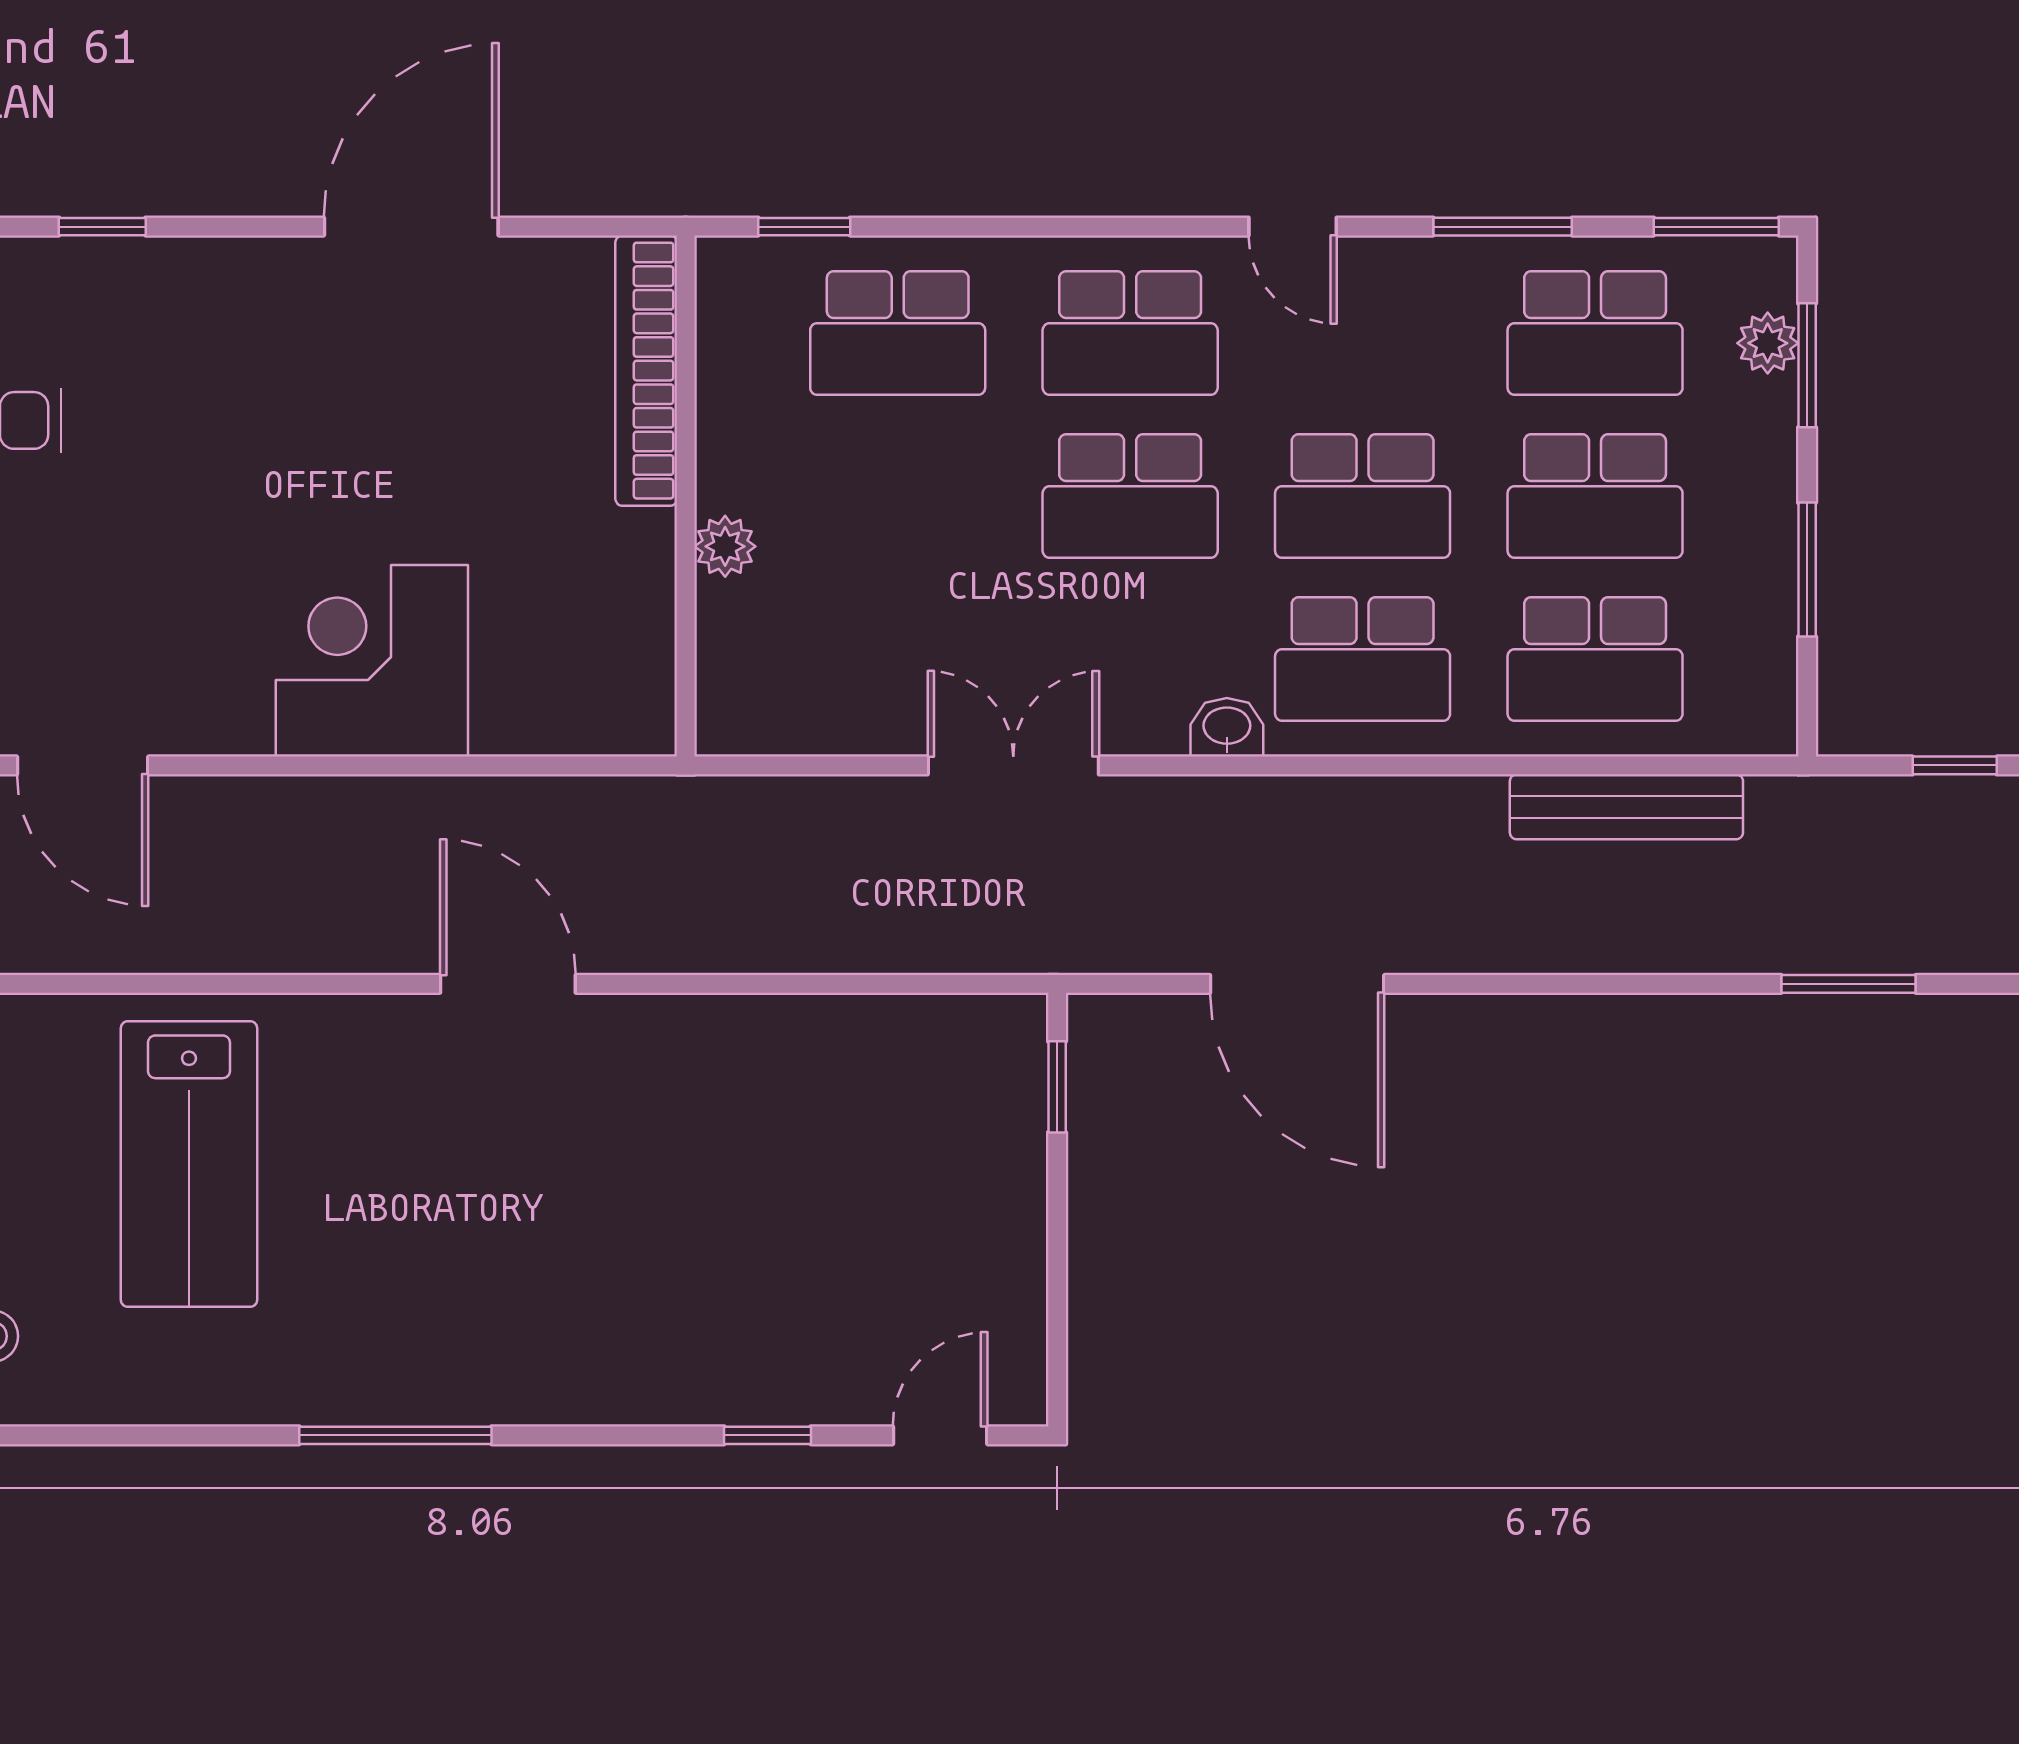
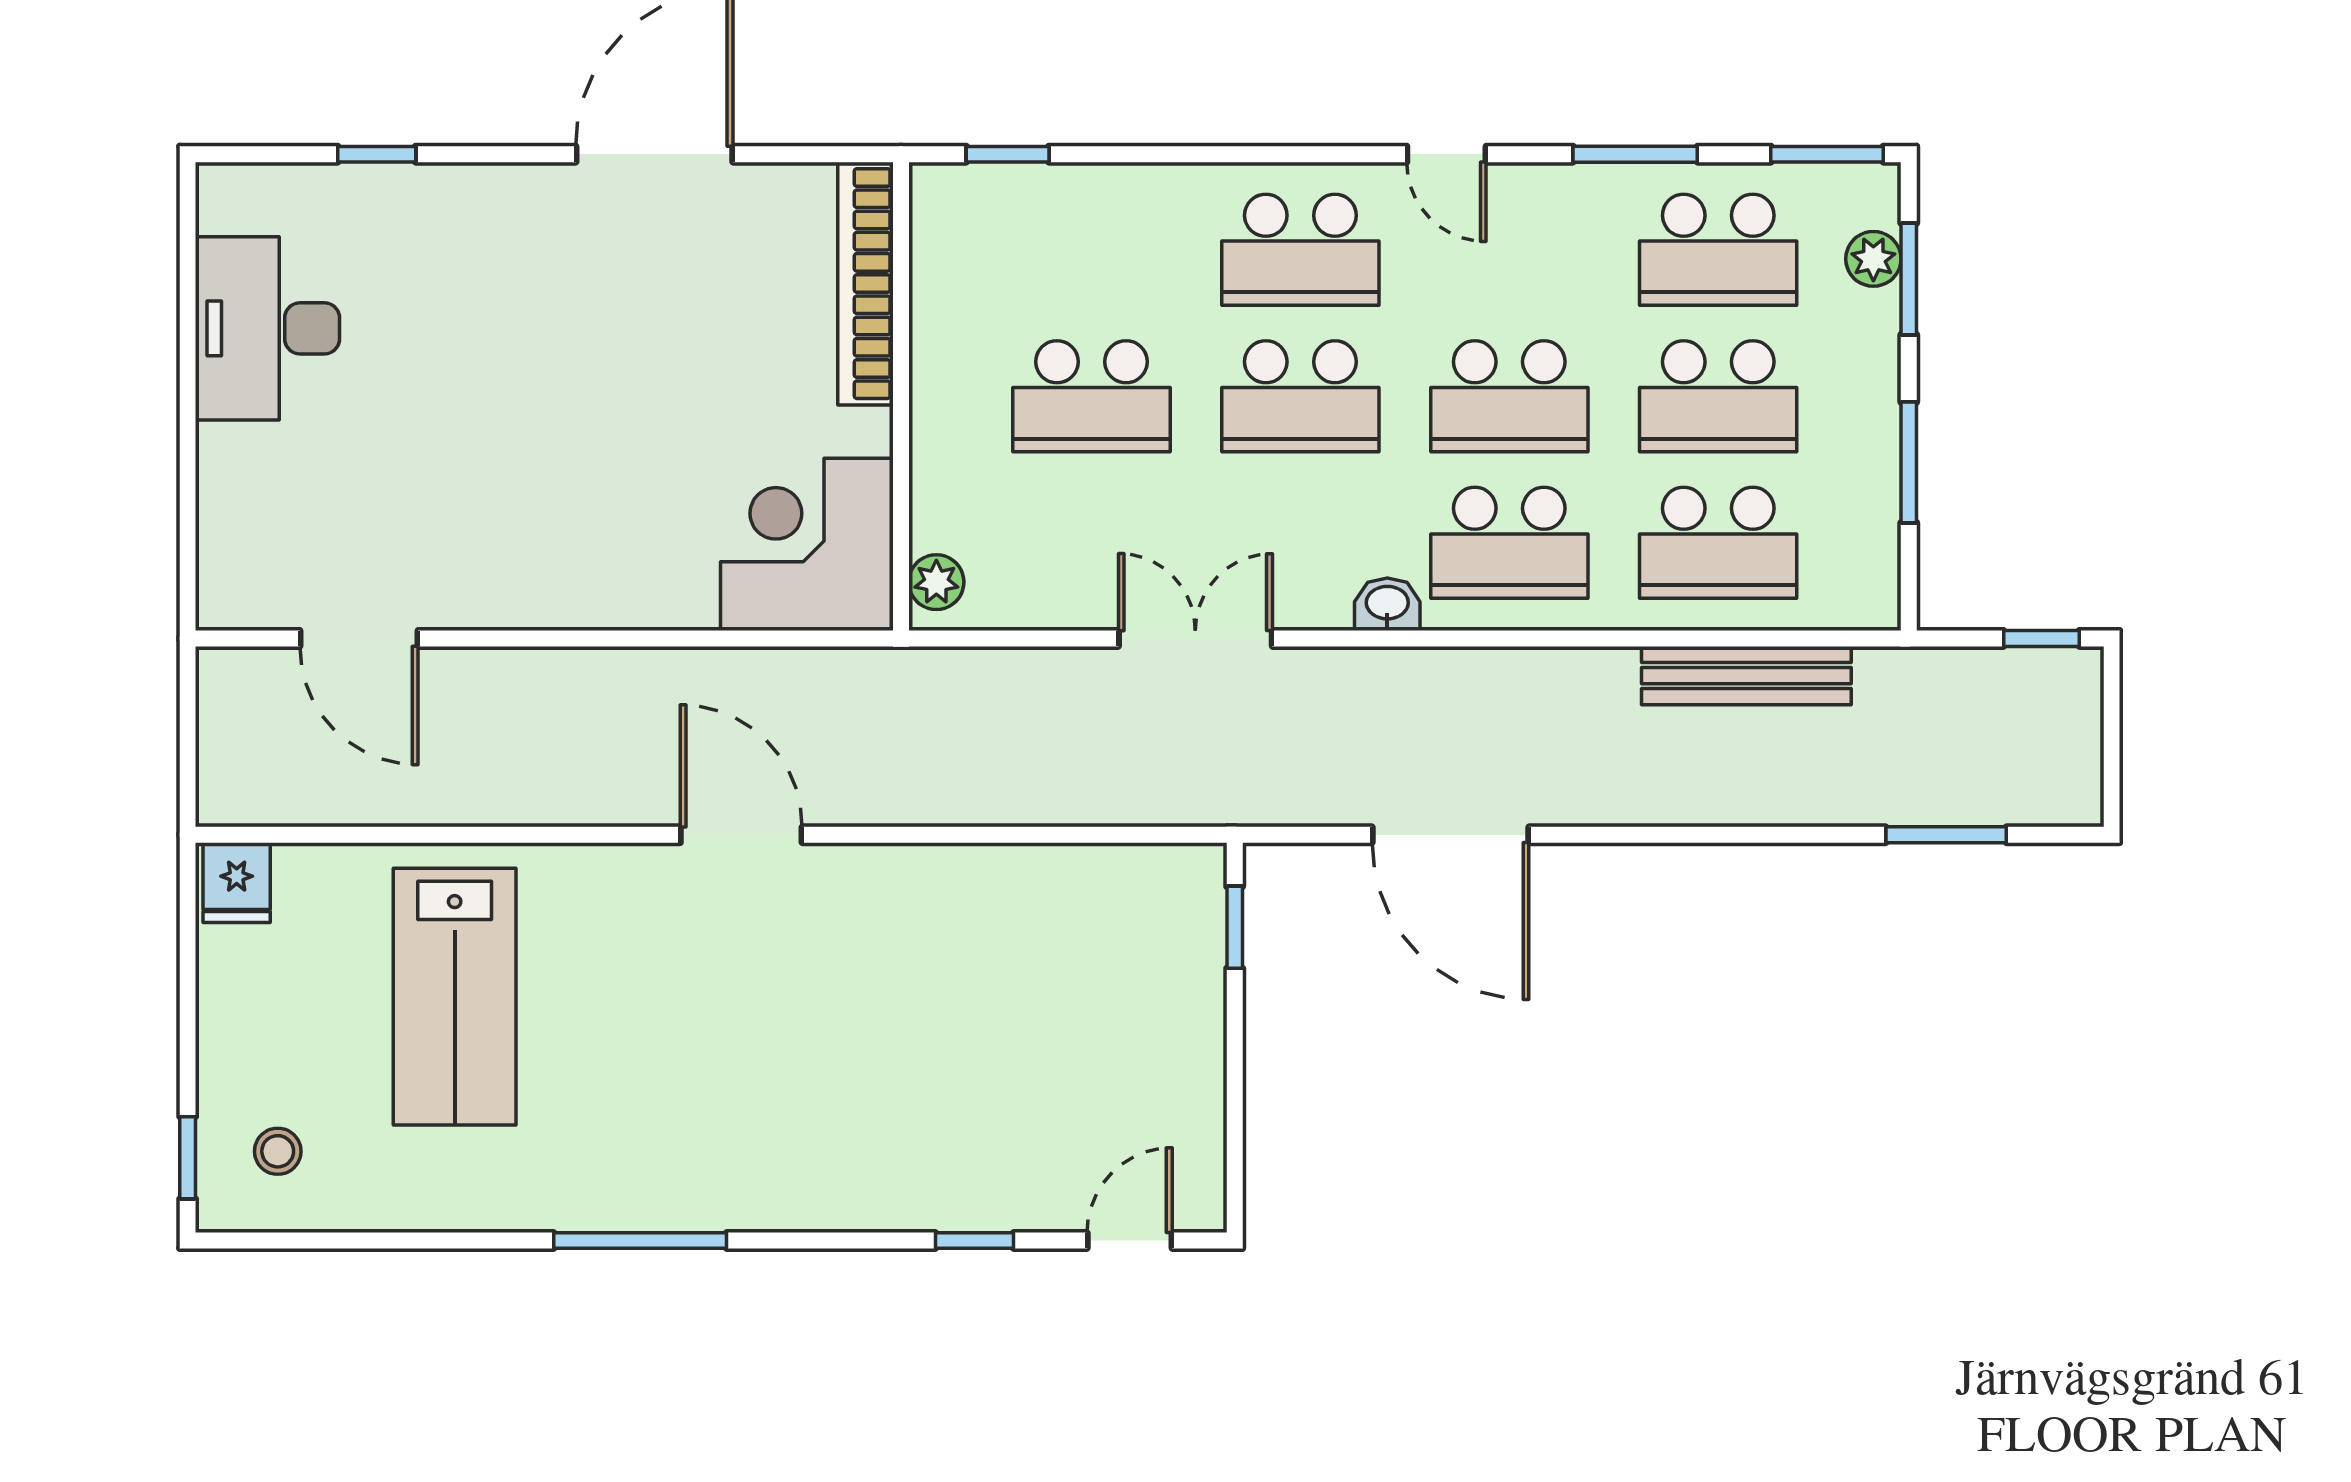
school desk: (898, 333) -> (1091, 396), moved
plant: (725, 546) -> (936, 582), moved
corner desk: (372, 661) -> (807, 544), moved

